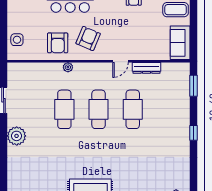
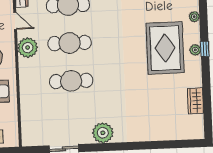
plant: (68, 67) -> (28, 48), moved, width x1.88, depth x1.88

